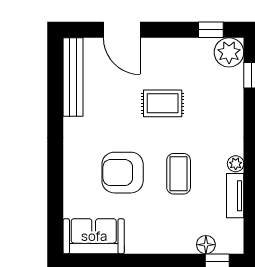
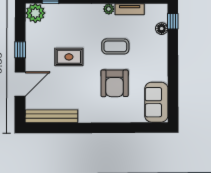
window: (211, 30) -> (20, 50), moved
rug: (163, 103) -> (69, 57), turned 90

